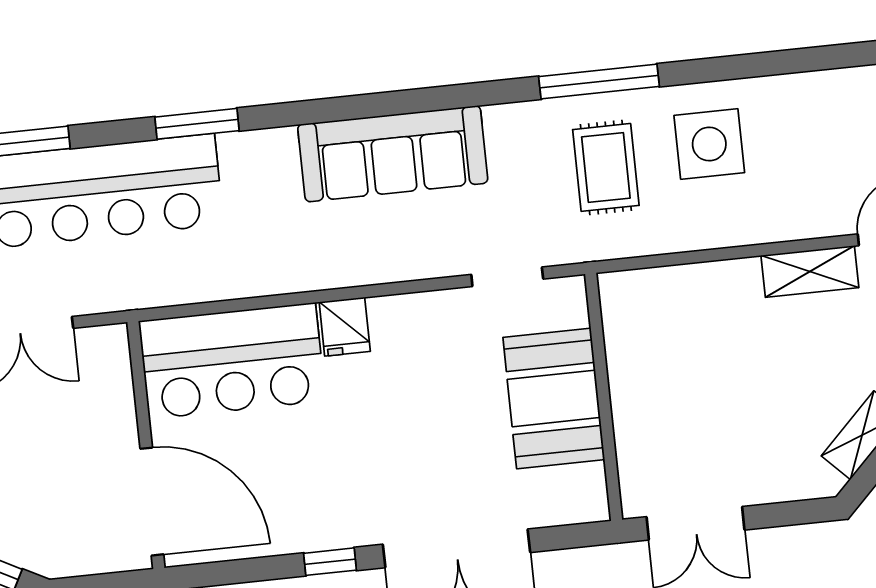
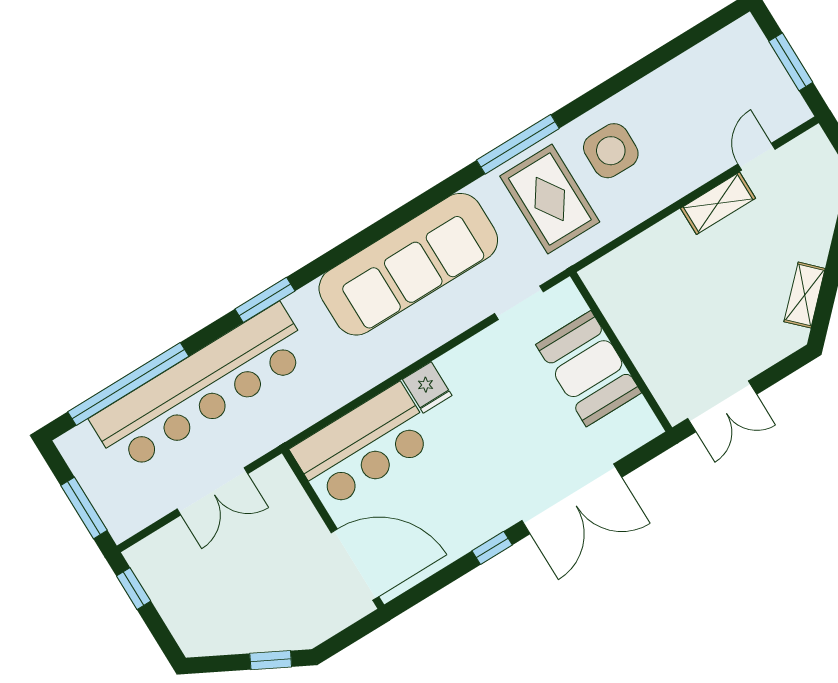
sofa: (393, 154) -> (408, 264), width x1.36, depth x1.27
rug: (606, 167) -> (550, 199), width x1.36, depth x1.43

